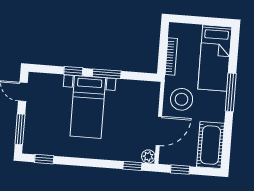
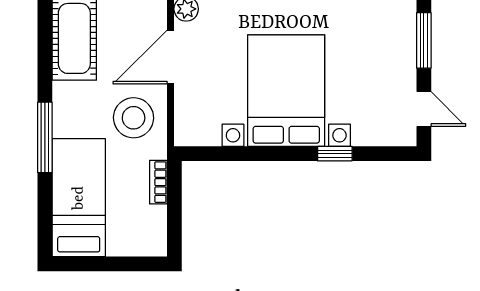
bookcase: (171, 56) -> (158, 182), width x0.64
window: (107, 74) -> (273, 154), removed
bed with nightstands: (88, 107) -> (286, 91), width x1.36

